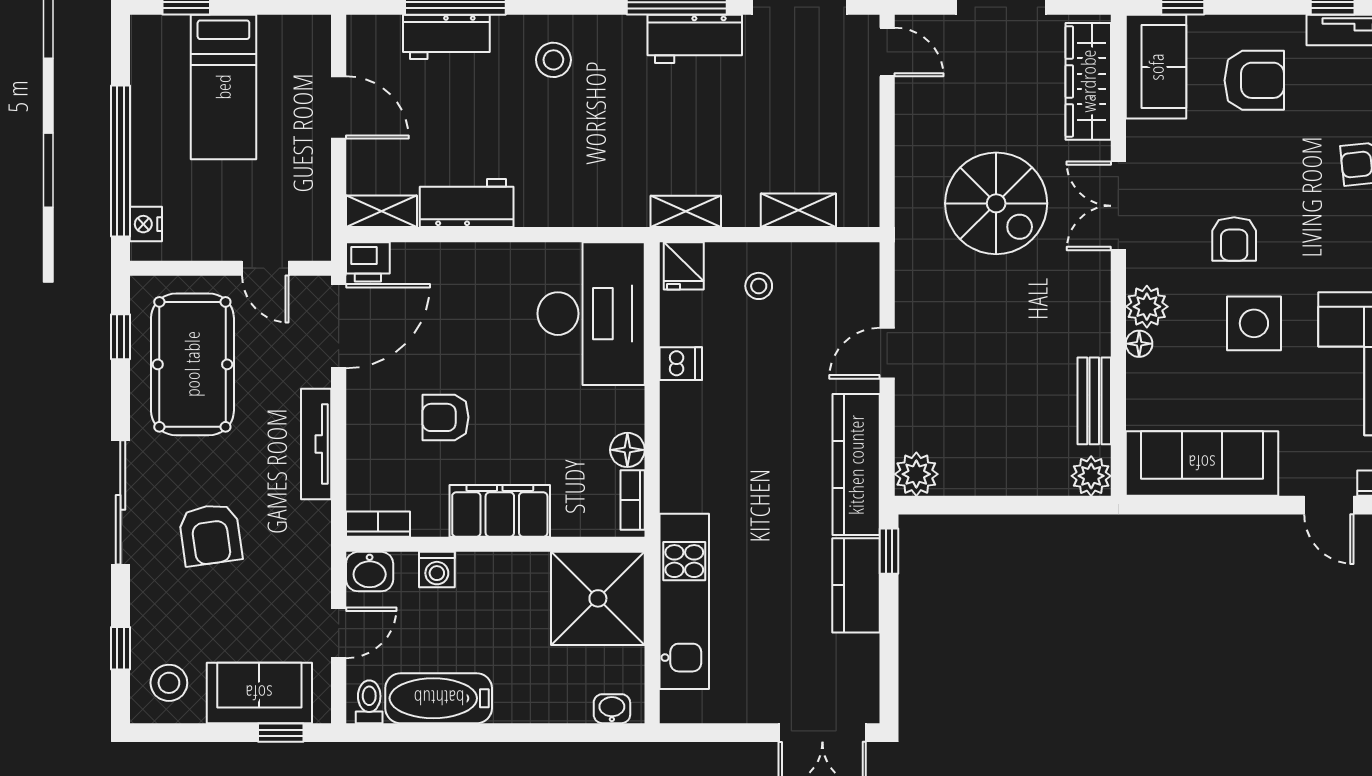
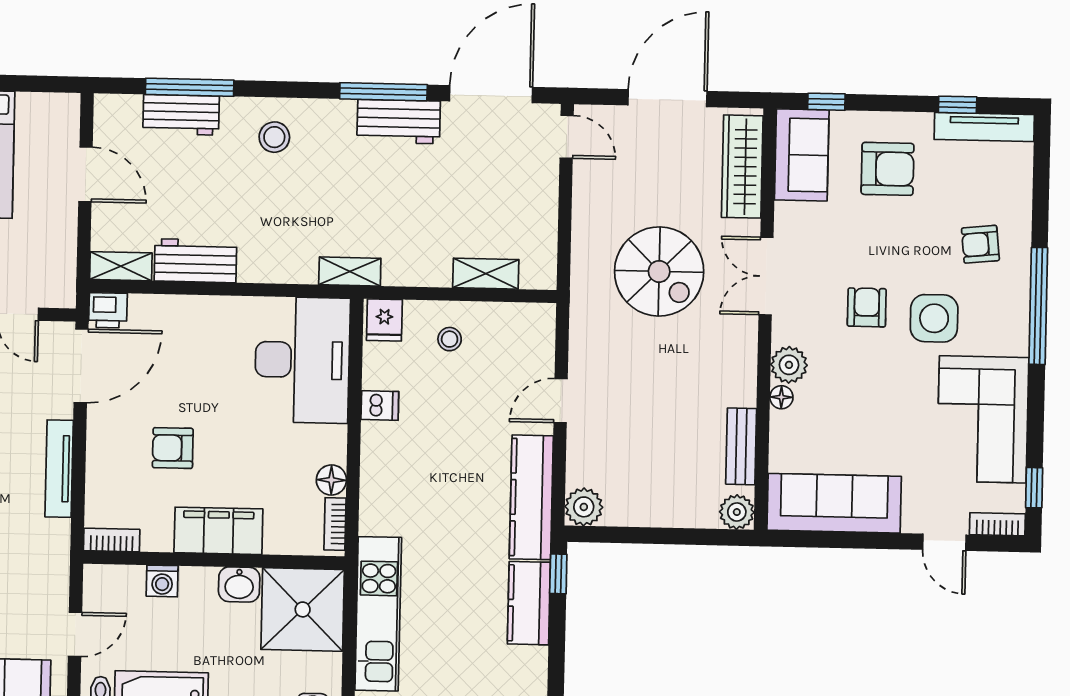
shelving: (686, 211) -> (350, 271), moved
armchair: (1234, 239) -> (867, 307), turned 180
side table: (1254, 323) -> (934, 318), moved
washbasin: (370, 572) -> (239, 584), moved

